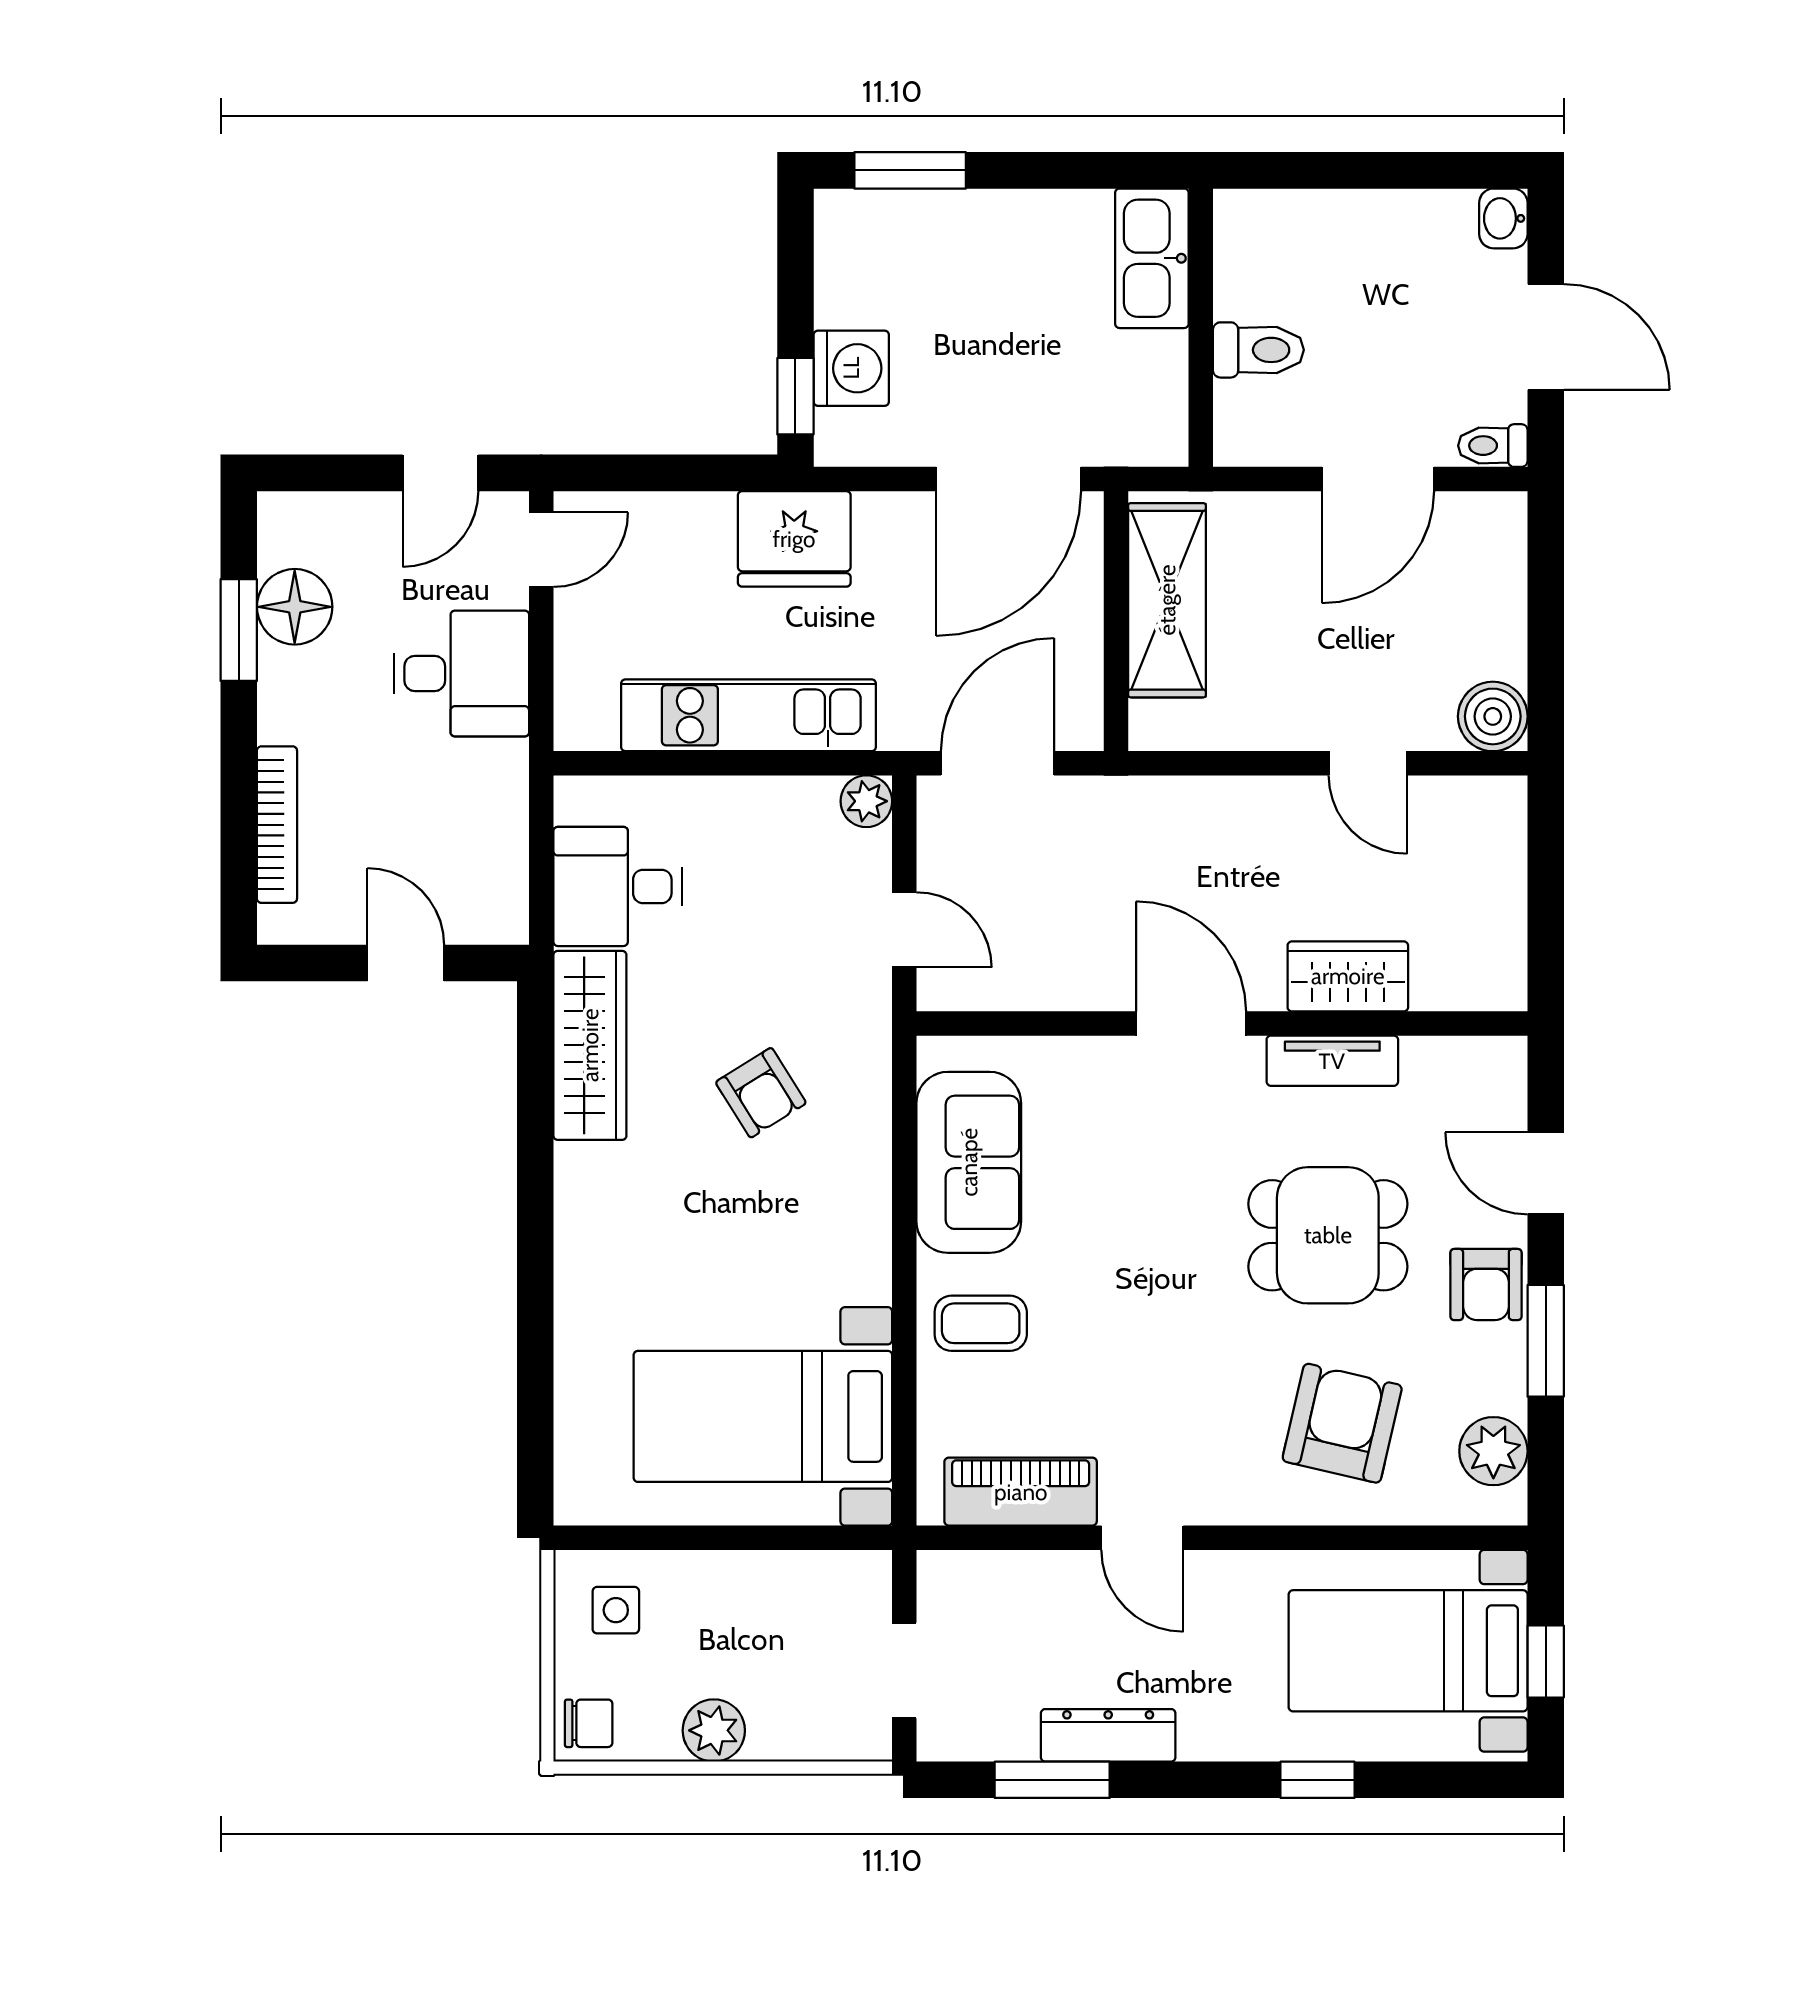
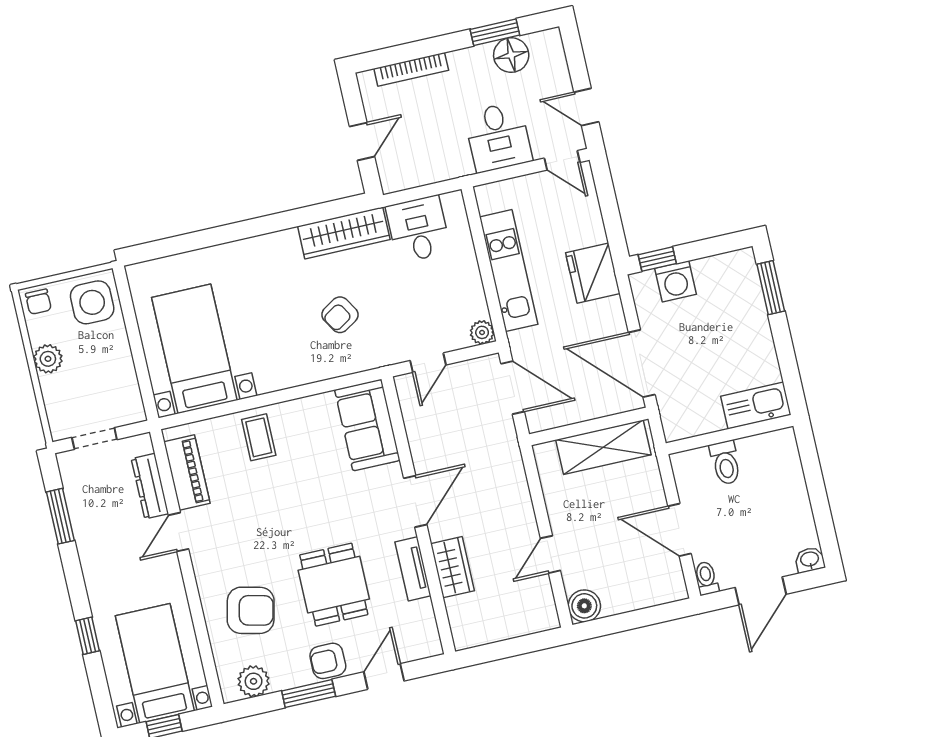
sofa: (969, 1162) -> (367, 425), moved, turned 90
side table: (616, 1610) -> (92, 302), width x1.87, depth x1.87
dresser: (1108, 1735) -> (150, 486), moved, turned 180

